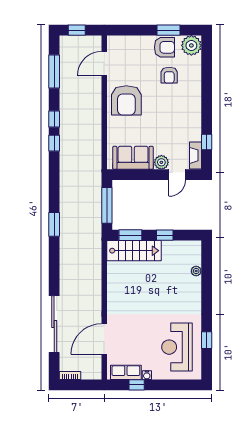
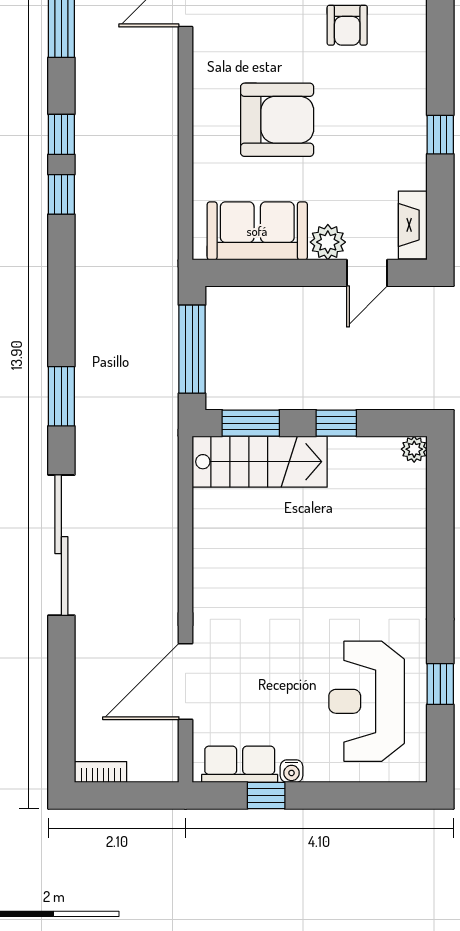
armchair: (126, 100) -> (277, 120), moved, turned -90
window: (207, 142) -> (440, 135), moved
plant: (196, 271) -> (414, 449), moved
sliding door: (54, 324) -> (61, 545), moved

